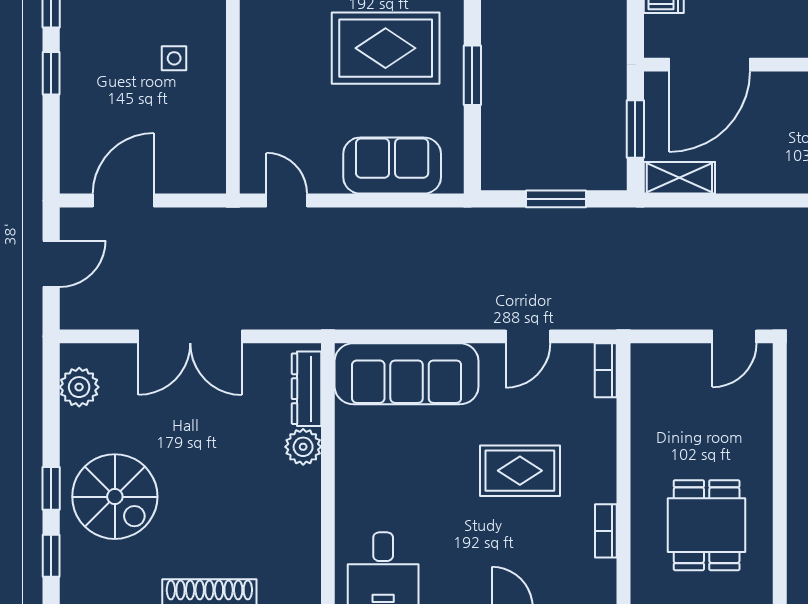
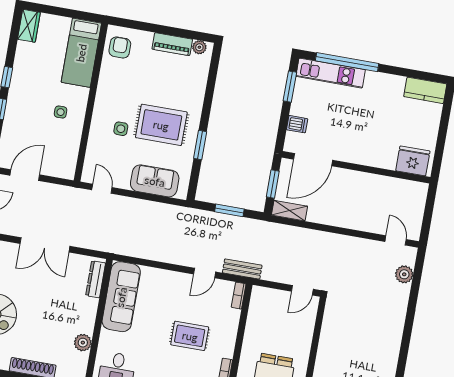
side table: (304, 71) -> (121, 129), added
bench: (604, 315) -> (242, 269), added
sofa: (407, 374) -> (121, 297), moved, turned -90
plant: (303, 447) -> (83, 343), moved

